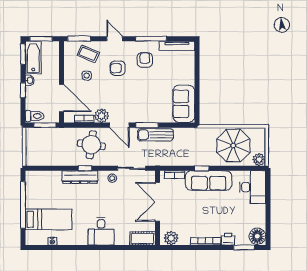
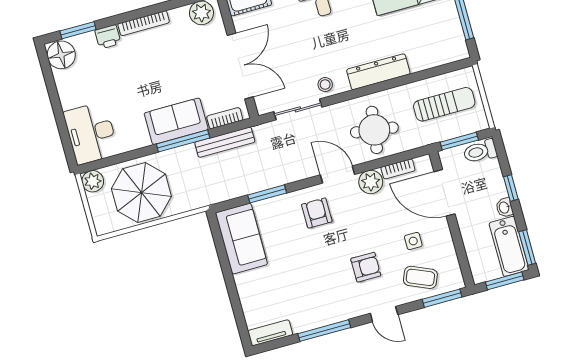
tv unit: (177, 46) -> (270, 333), width x0.71
armchair: (145, 60) -> (317, 213), moved, turned 180
window: (147, 125) -> (267, 194), moved
sun lounger: (155, 135) -> (444, 104), moved
bench: (178, 161) -> (225, 142), added
window: (85, 168) -> (374, 88), removed
window: (202, 168) -> (183, 141), width x2.17
sofa: (209, 181) -> (176, 121), width x0.73

